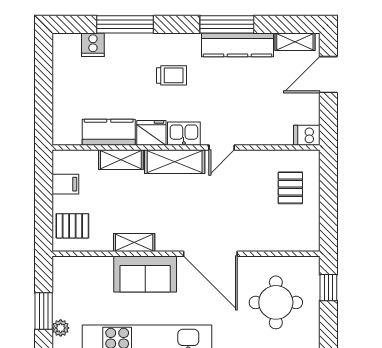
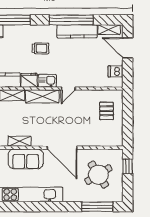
window: (227, 24) -> (71, 20), width x1.46
door: (328, 75) -> (128, 48), hinge flipped
dishwasher: (307, 135) -> (116, 71), moved
round table: (276, 302) -> (98, 175), turned -32

